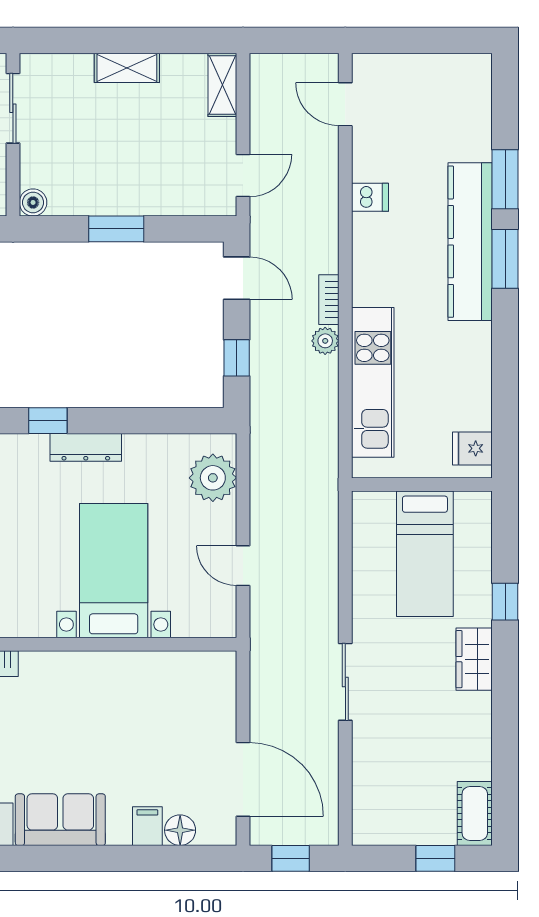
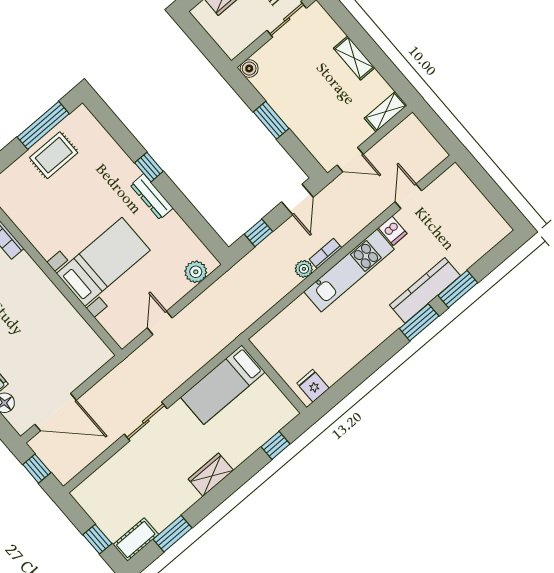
door: (345, 104) -> (408, 196), moved
kitchen counter: (470, 242) -> (425, 290), width x0.72, depth x0.86
kitchen unit: (373, 382) -> (349, 270), moved
plant: (213, 478) -> (196, 272), width x0.73, depth x0.73
bed: (425, 554) -> (223, 385), moved
window: (505, 602) -> (276, 445), moved
window: (505, 764) -> (172, 534), added
door: (243, 779) -> (55, 412), hinge flipped

